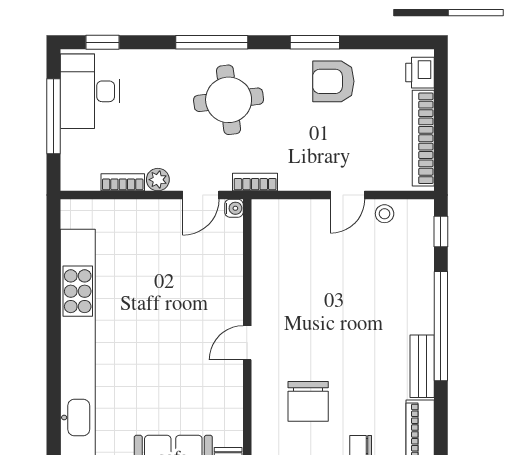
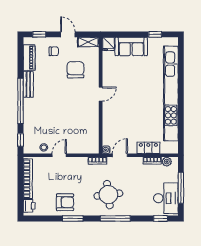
plant: (158, 180) -> (167, 162), moved
locker: (132, 213) -> (148, 148), added

